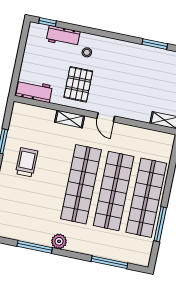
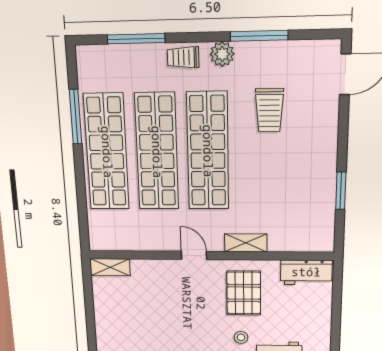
trolley: (27, 162) -> (269, 110), moved
trolley: (83, 245) -> (183, 57), added

